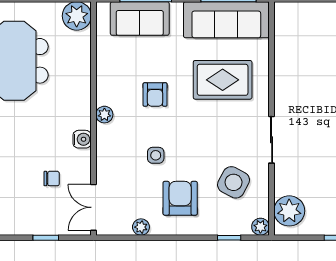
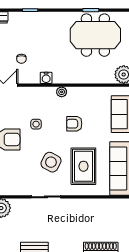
side table: (234, 182) -> (51, 162), moved

